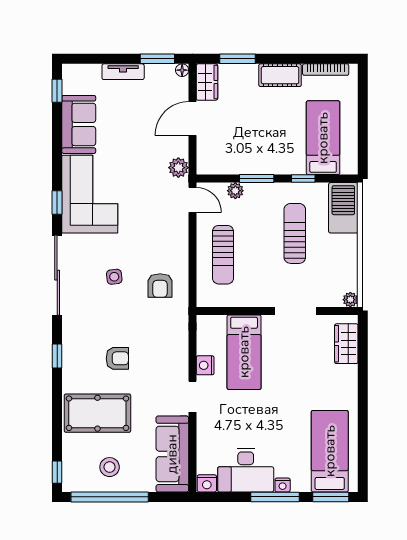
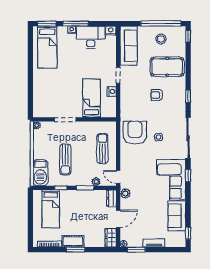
window: (238, 59) -> (76, 250), moved
dresser: (205, 158) -> (111, 198), added
armchair: (160, 285) -> (135, 133), width x1.88, depth x1.88
wardrobe: (346, 344) -> (39, 103), removed

